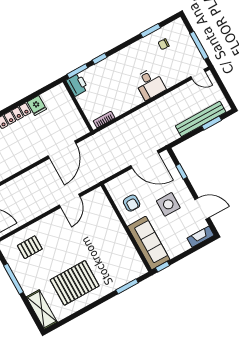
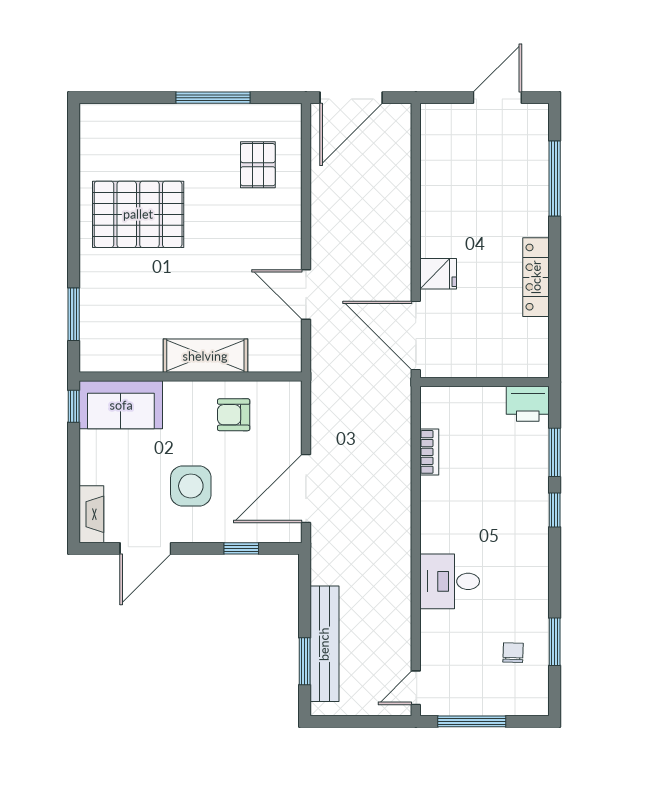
printer: (77, 85) -> (528, 404), moved
fridge: (37, 106) -> (438, 274), moved, turned 180
wall: (78, 106) -> (485, 382), moved
sofa: (149, 243) -> (121, 405), width x0.73
pallet: (75, 283) -> (138, 214), turned 90
shelving: (42, 310) -> (205, 356), moved

